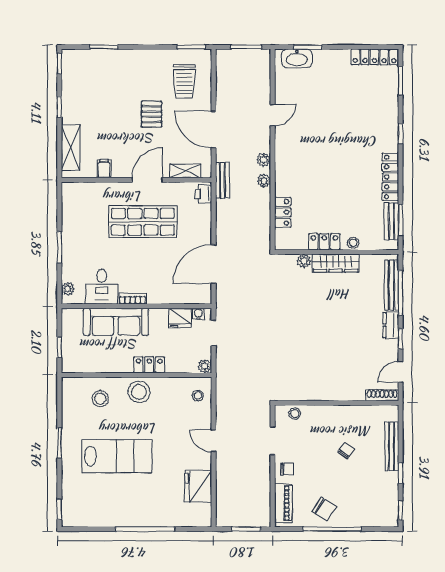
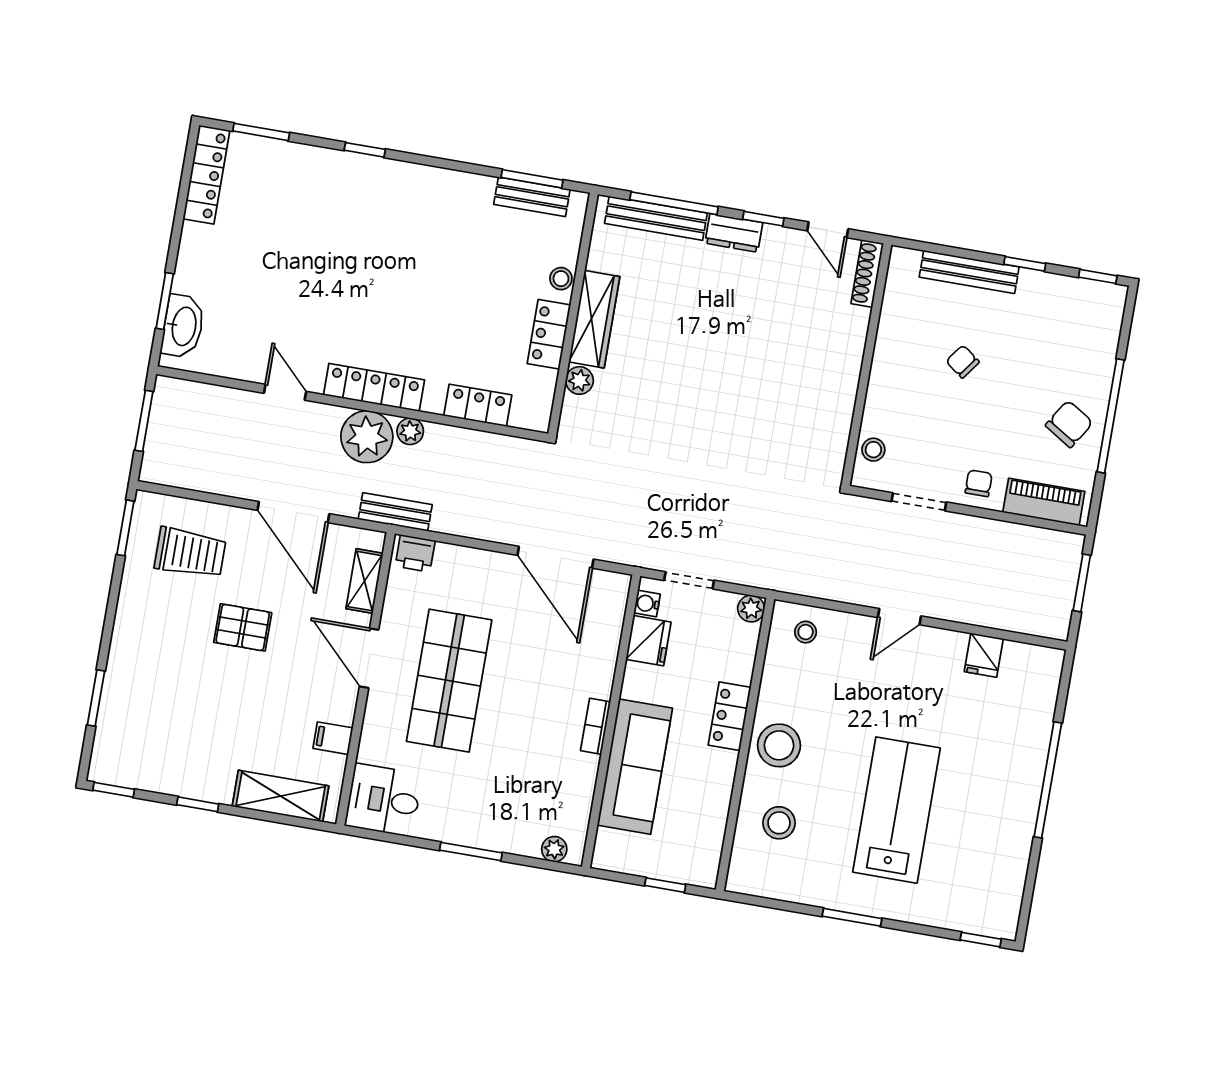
door: (214, 129) -> (293, 512), hinge flipped
plant: (264, 160) -> (367, 437), width x1.88, depth x1.88
locker: (390, 177) -> (374, 387), moved, turned 180
desk: (102, 287) -> (384, 800), moved, turned 180
fridge: (198, 486) -> (984, 655), width x0.53, depth x0.75

